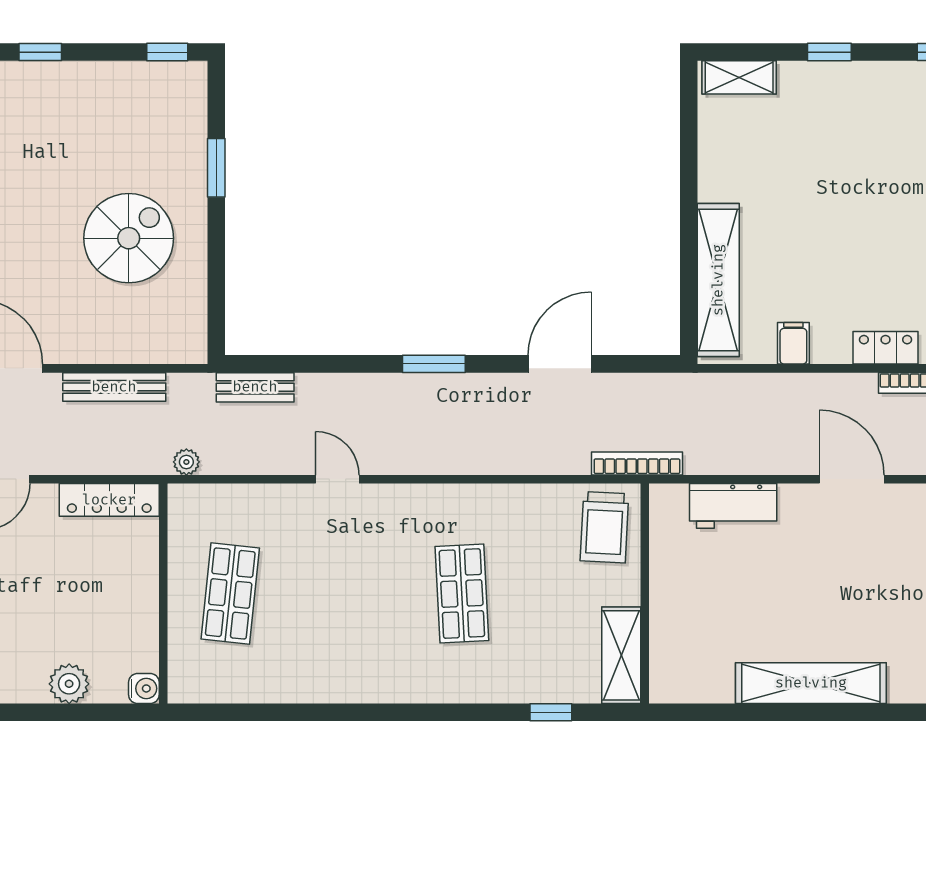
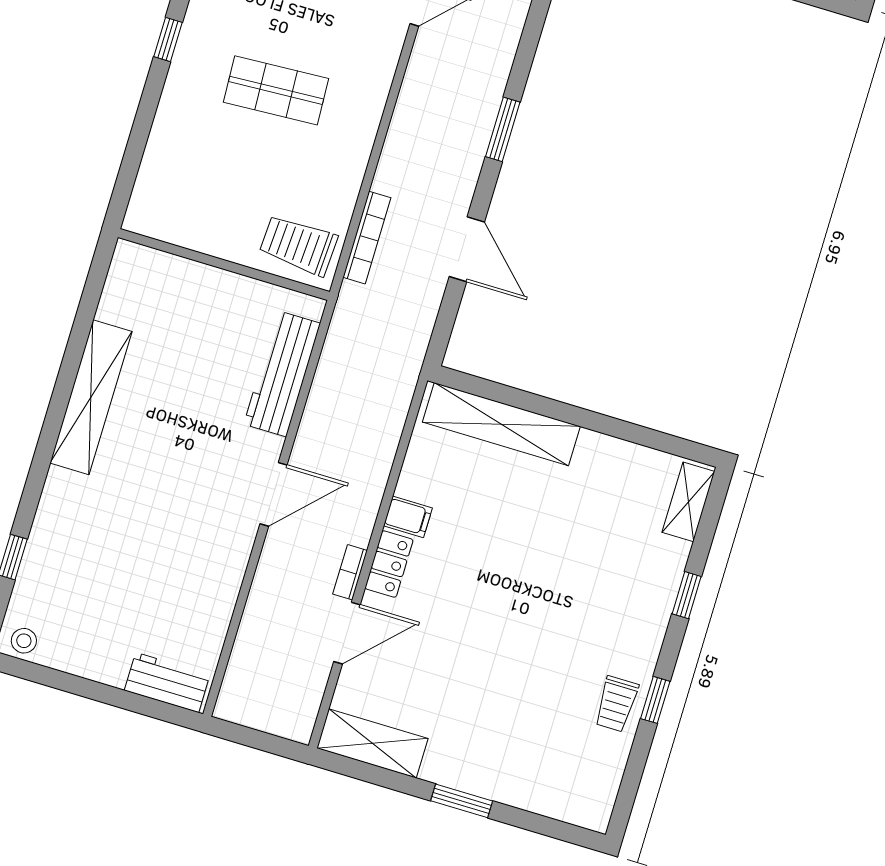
filing cabinet: (793, 343) -> (408, 517), moved
bookcase: (637, 463) -> (367, 238), moved
workbench: (733, 506) -> (282, 374), width x1.38
shelving: (621, 655) -> (172, 224), removed
window: (551, 712) -> (168, 39), moved

